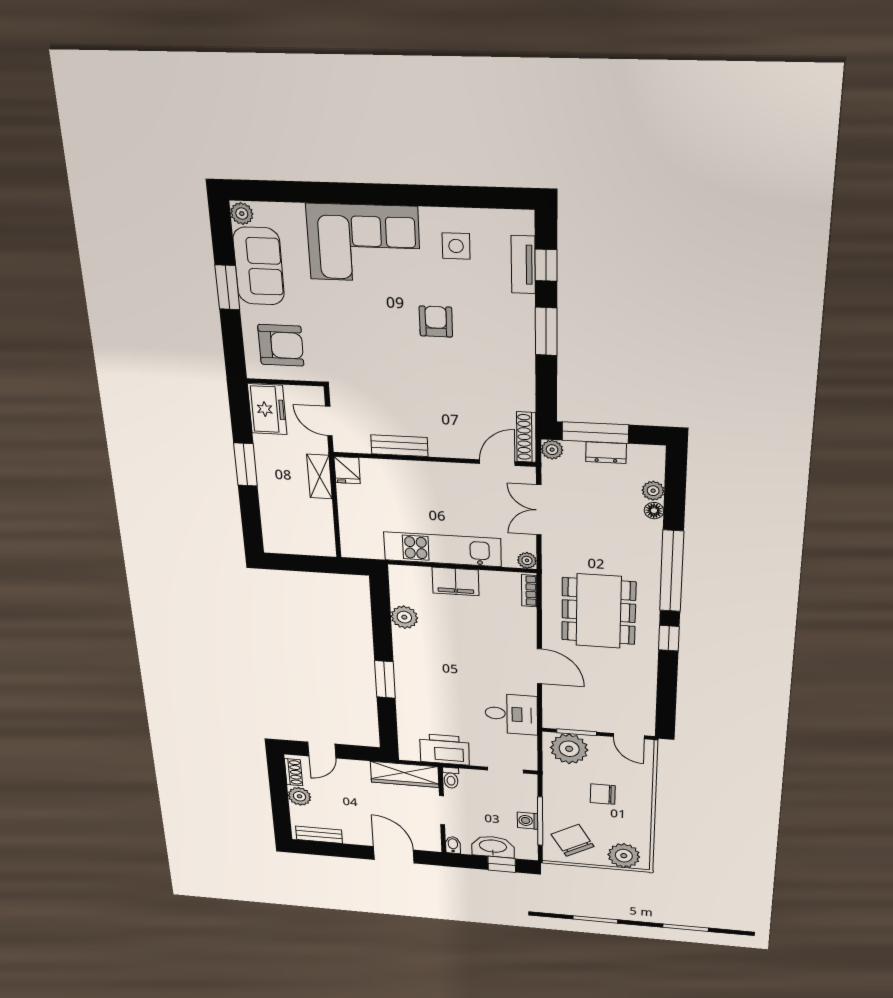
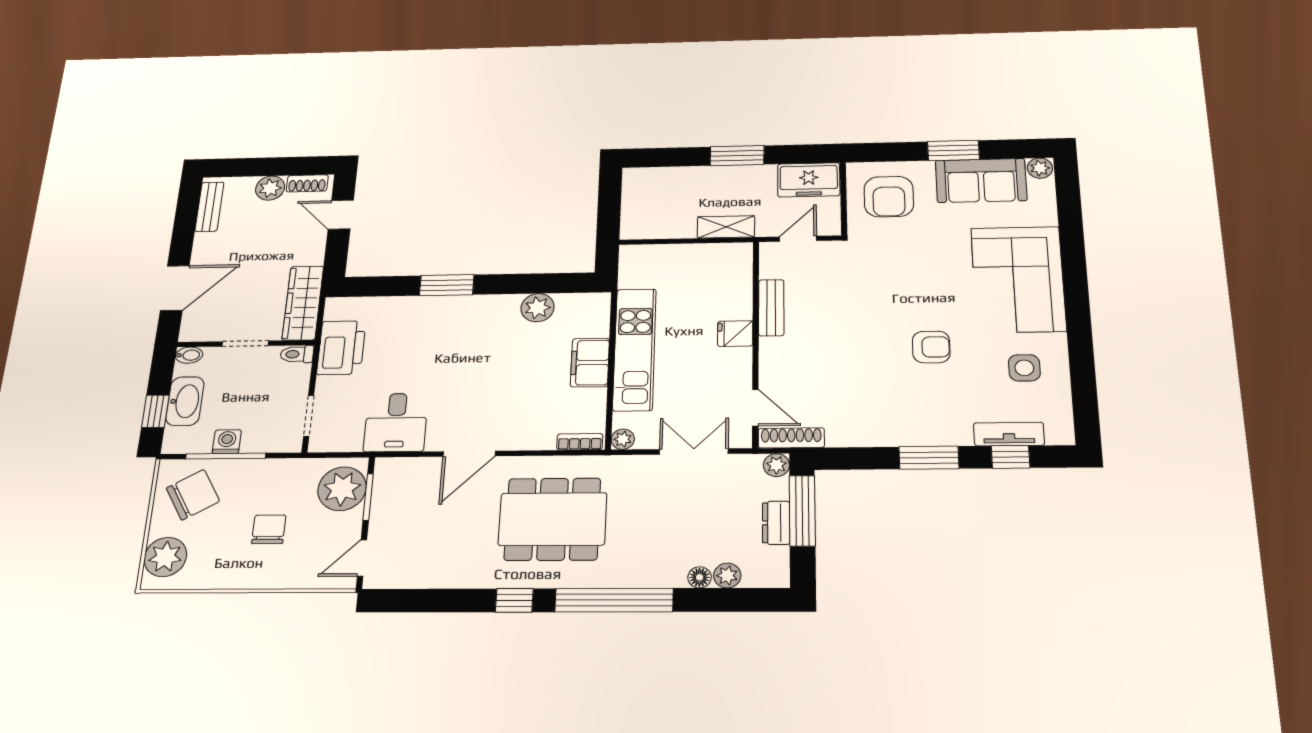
fridge: (347, 470) -> (735, 334), moved

